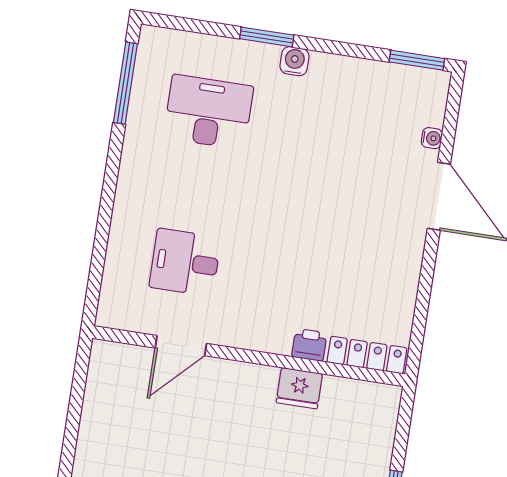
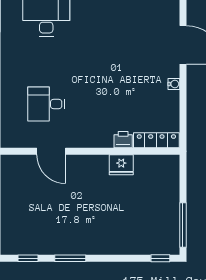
water cooler: (432, 138) -> (174, 84), moved
door: (181, 346) -> (51, 151), hinge flipped

